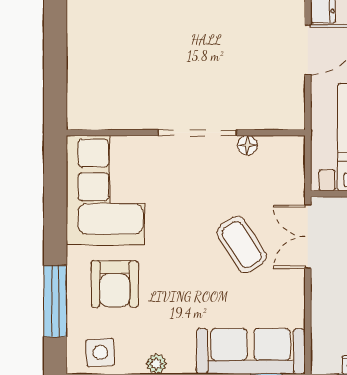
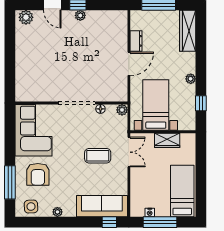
plant: (293, 147) -> (122, 110), added
double door: (308, 237) -> (129, 152), swing flipped
coffee table: (242, 245) -> (98, 156), turned -57

